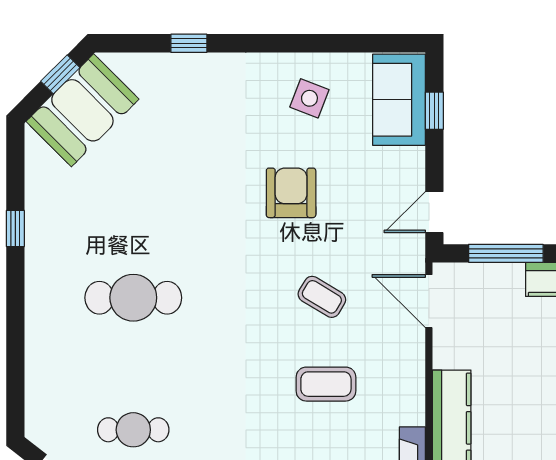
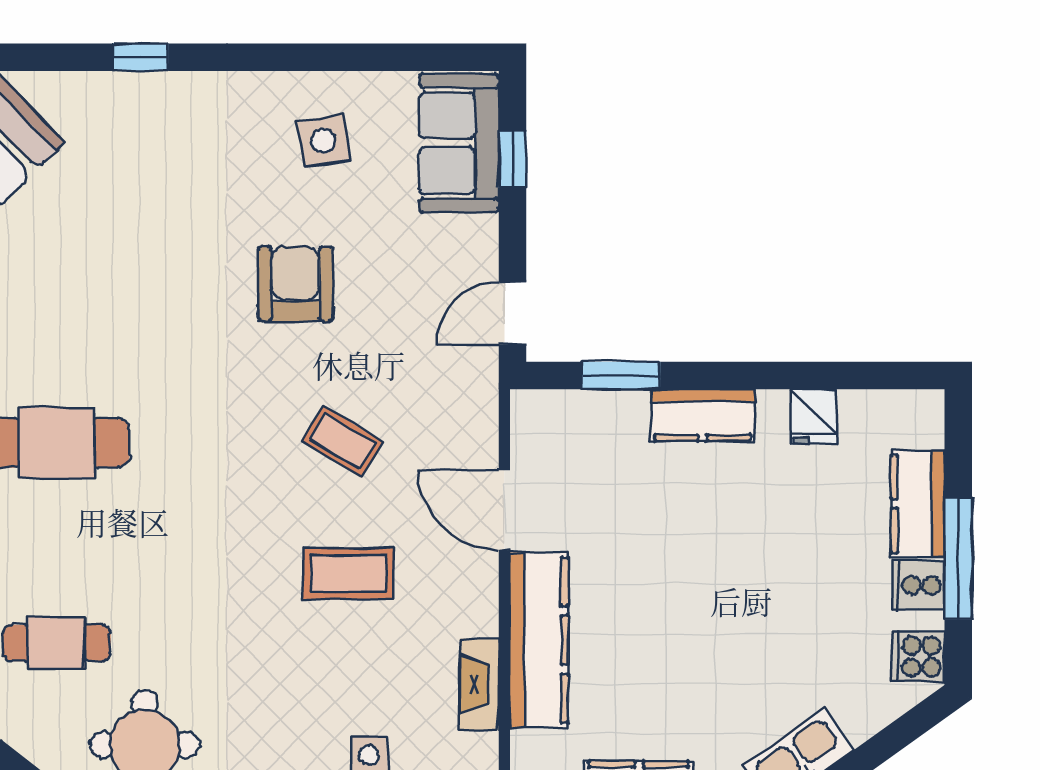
side table: (309, 98) -> (323, 141), turned -30
window: (506, 253) -> (621, 376), width x0.69
door: (429, 301) -> (504, 510), moved

